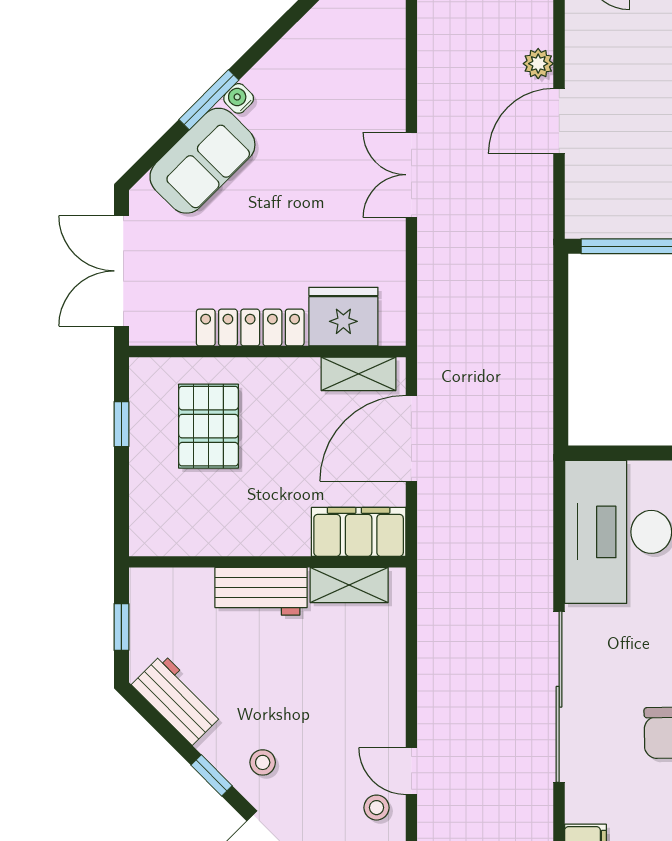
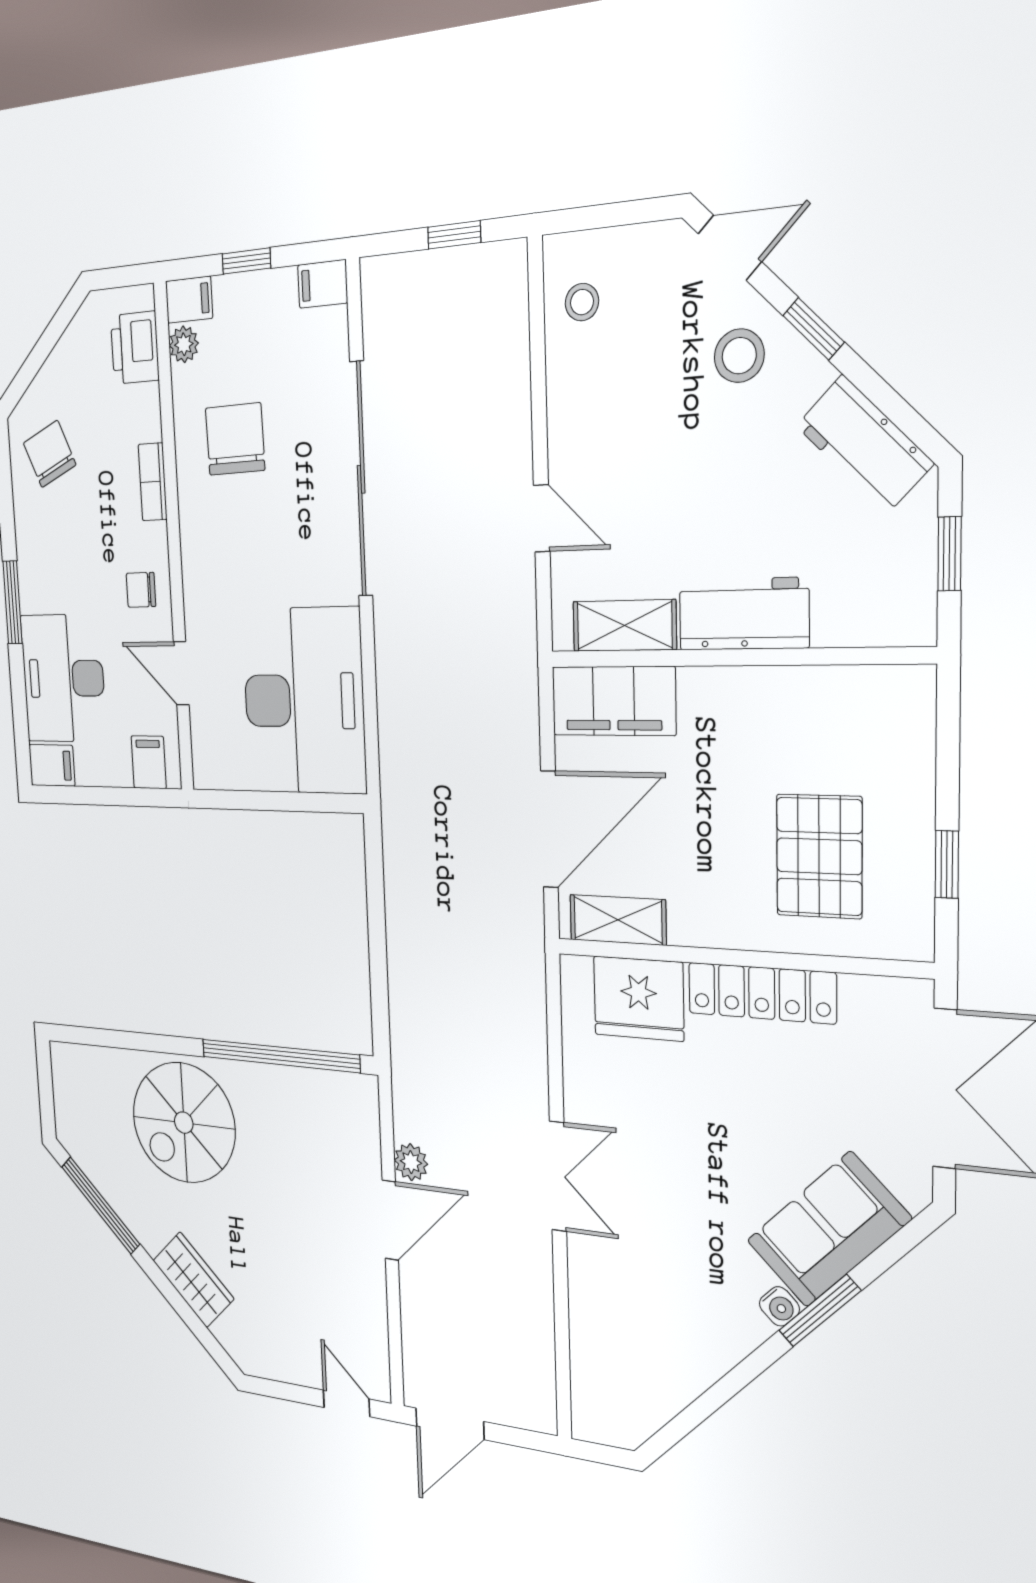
plant: (538, 64) -> (411, 1162), moved
stool: (263, 762) -> (739, 356), width x1.37, depth x1.37
door: (411, 771) -> (542, 518), moved

